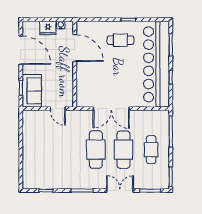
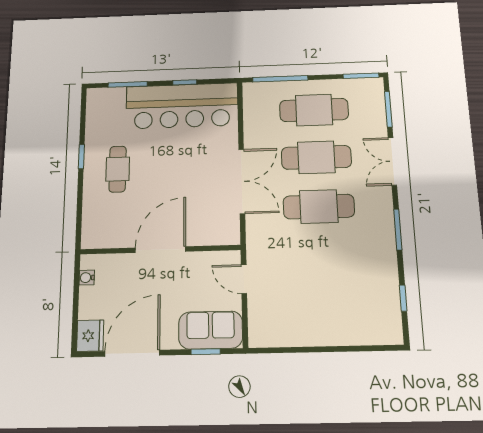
fridge: (48, 28) -> (90, 336), moved
door: (75, 48) -> (160, 250), moved
bar counter: (156, 64) -> (182, 106), width x0.73
door: (58, 109) -> (244, 279), swing flipped
cafe table: (151, 150) -> (314, 110), width x1.37, depth x1.35

